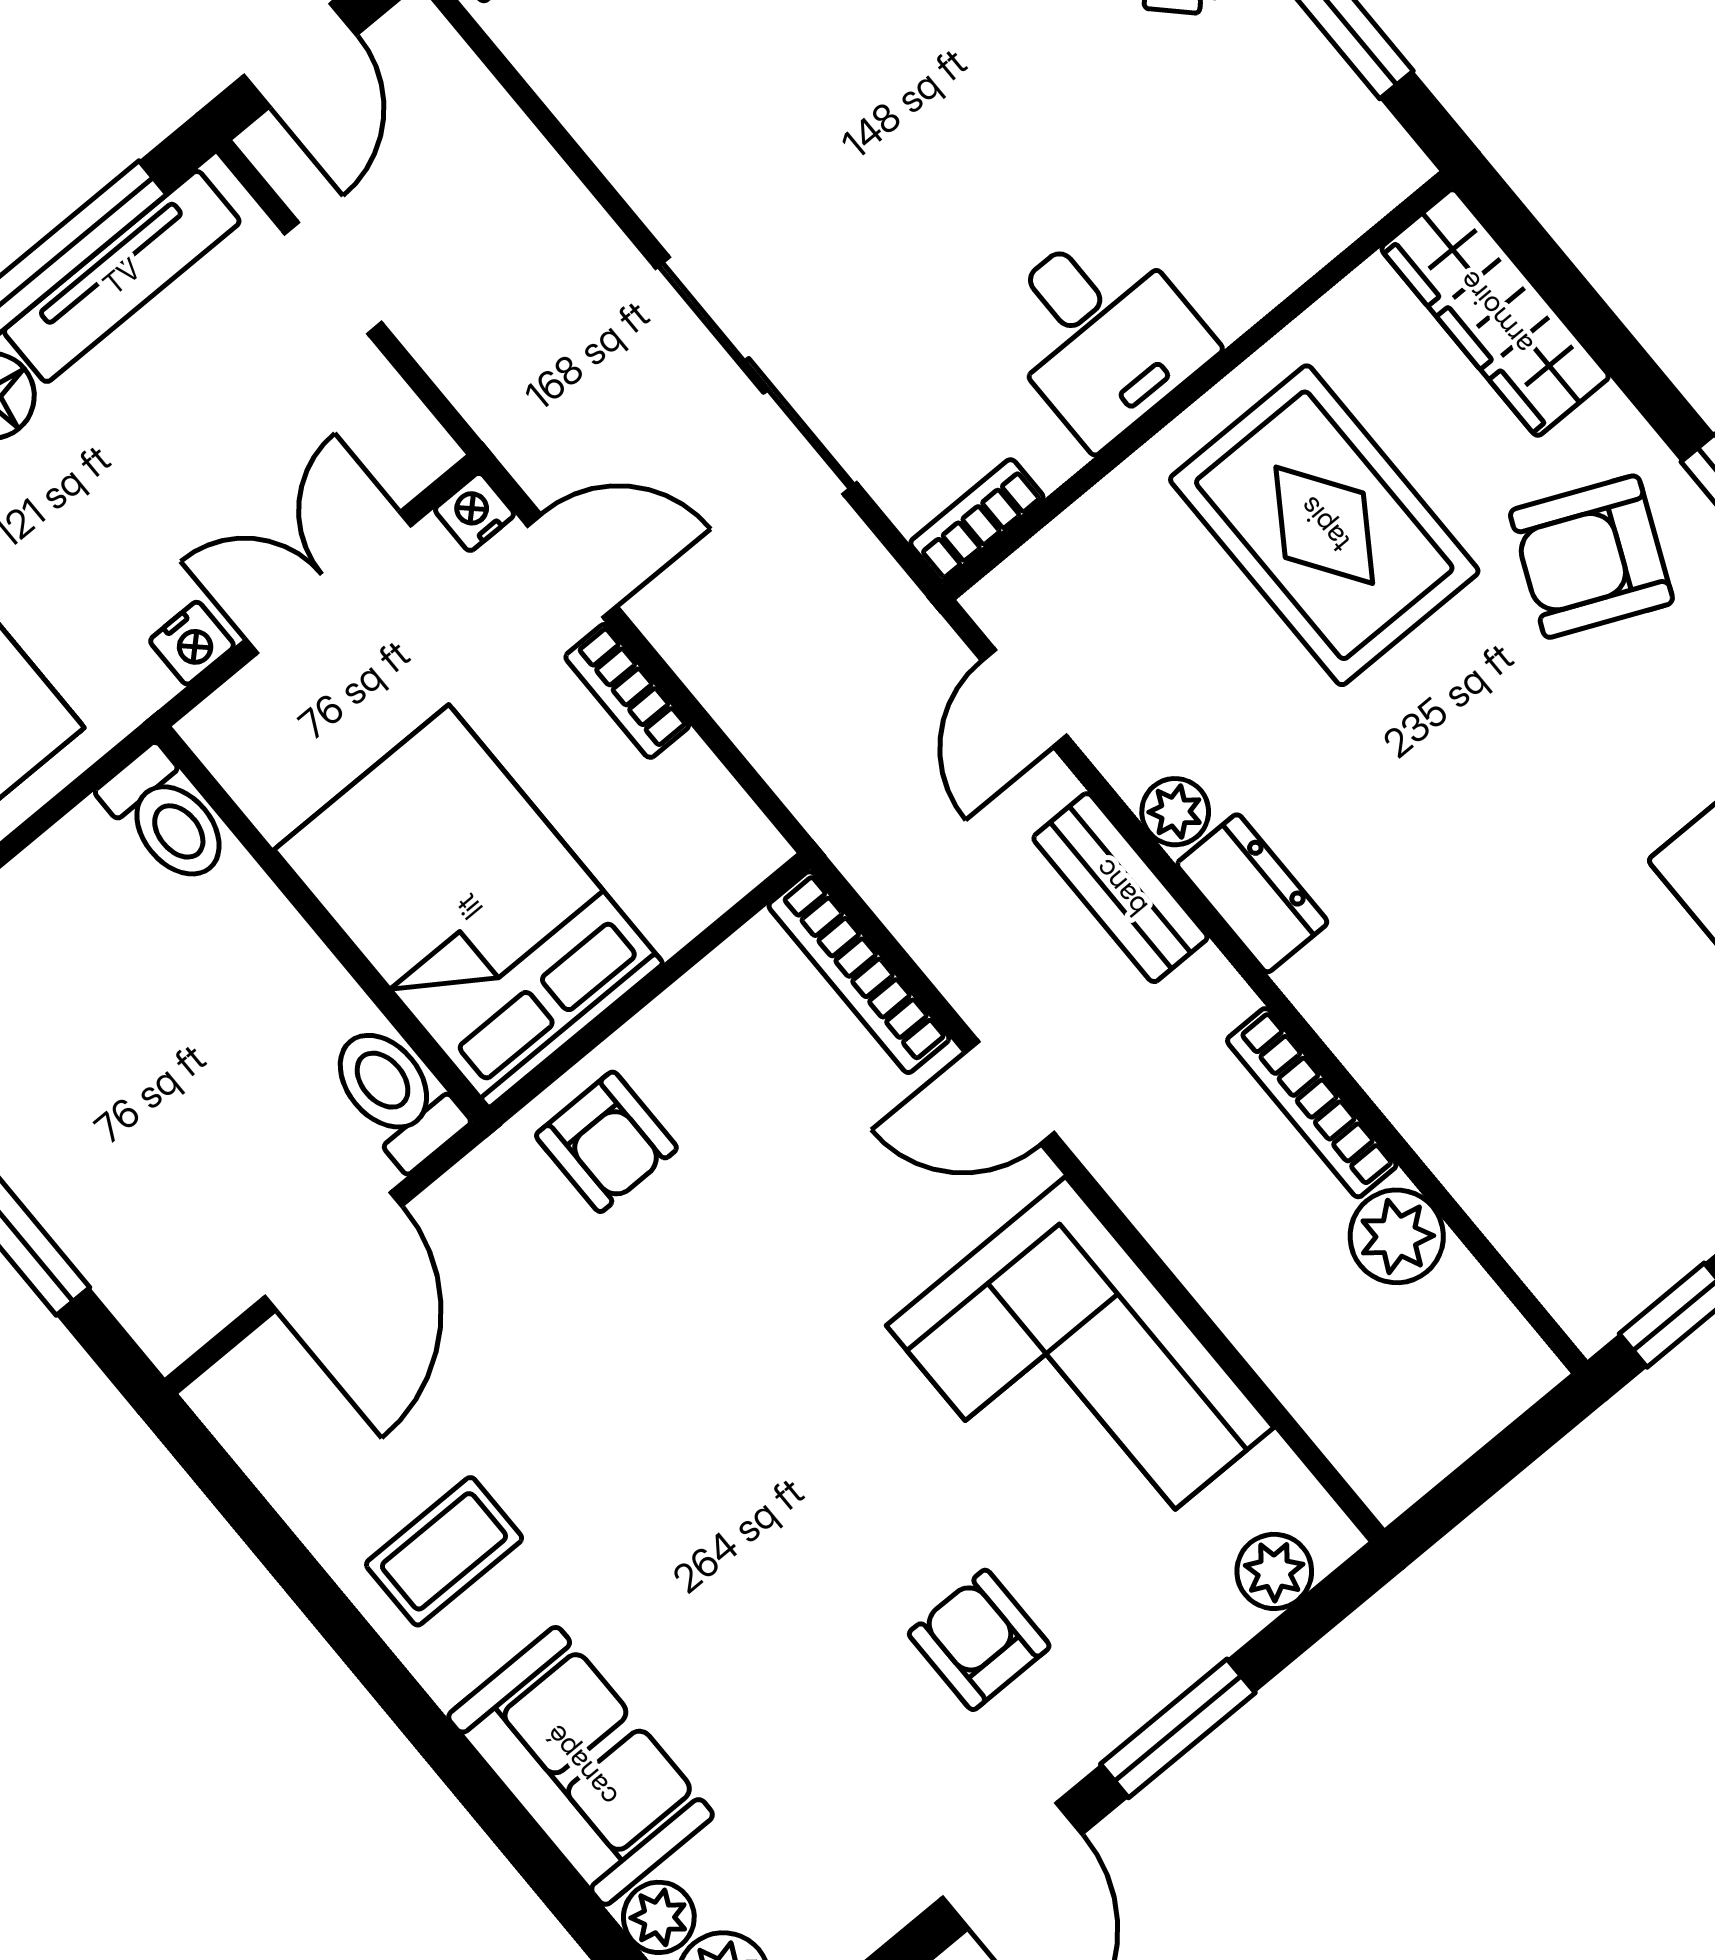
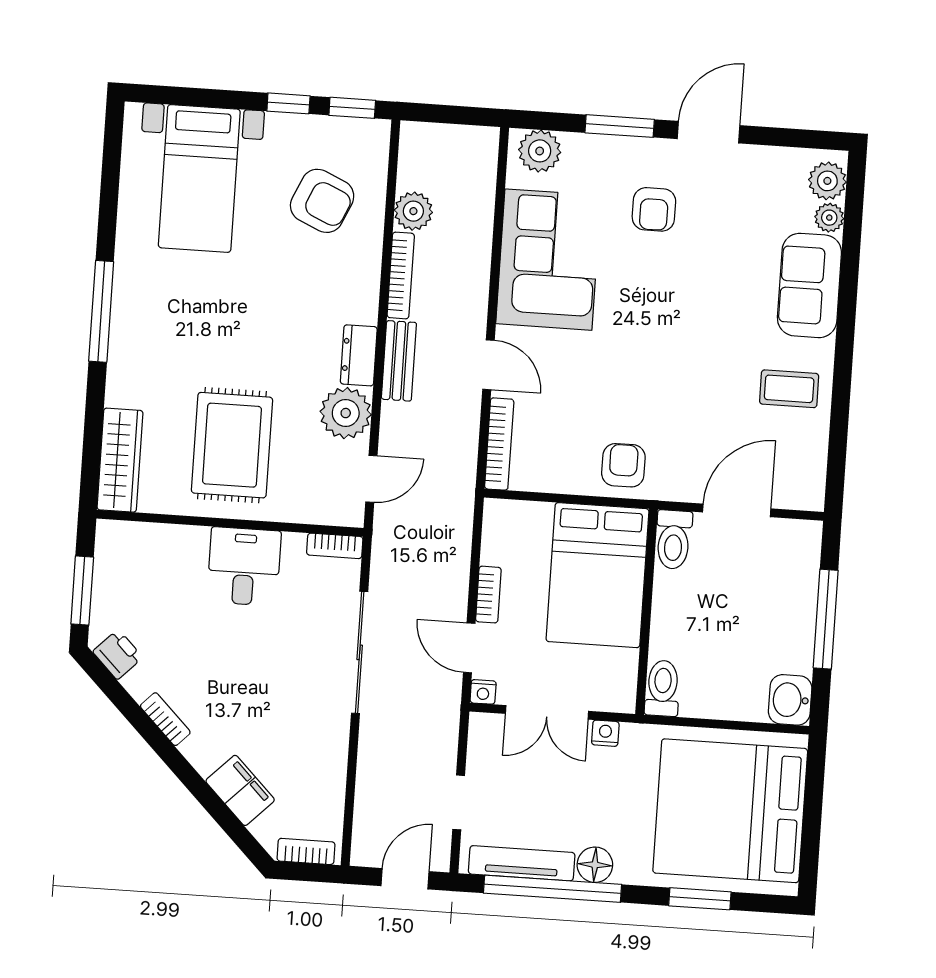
armchair: (1591, 557) -> (322, 201), moved
plant: (1175, 812) -> (346, 413), width x1.88, depth x1.88
bench: (1120, 888) -> (399, 361), moved
plant: (1274, 1571) -> (540, 151), width x1.38, depth x1.38

